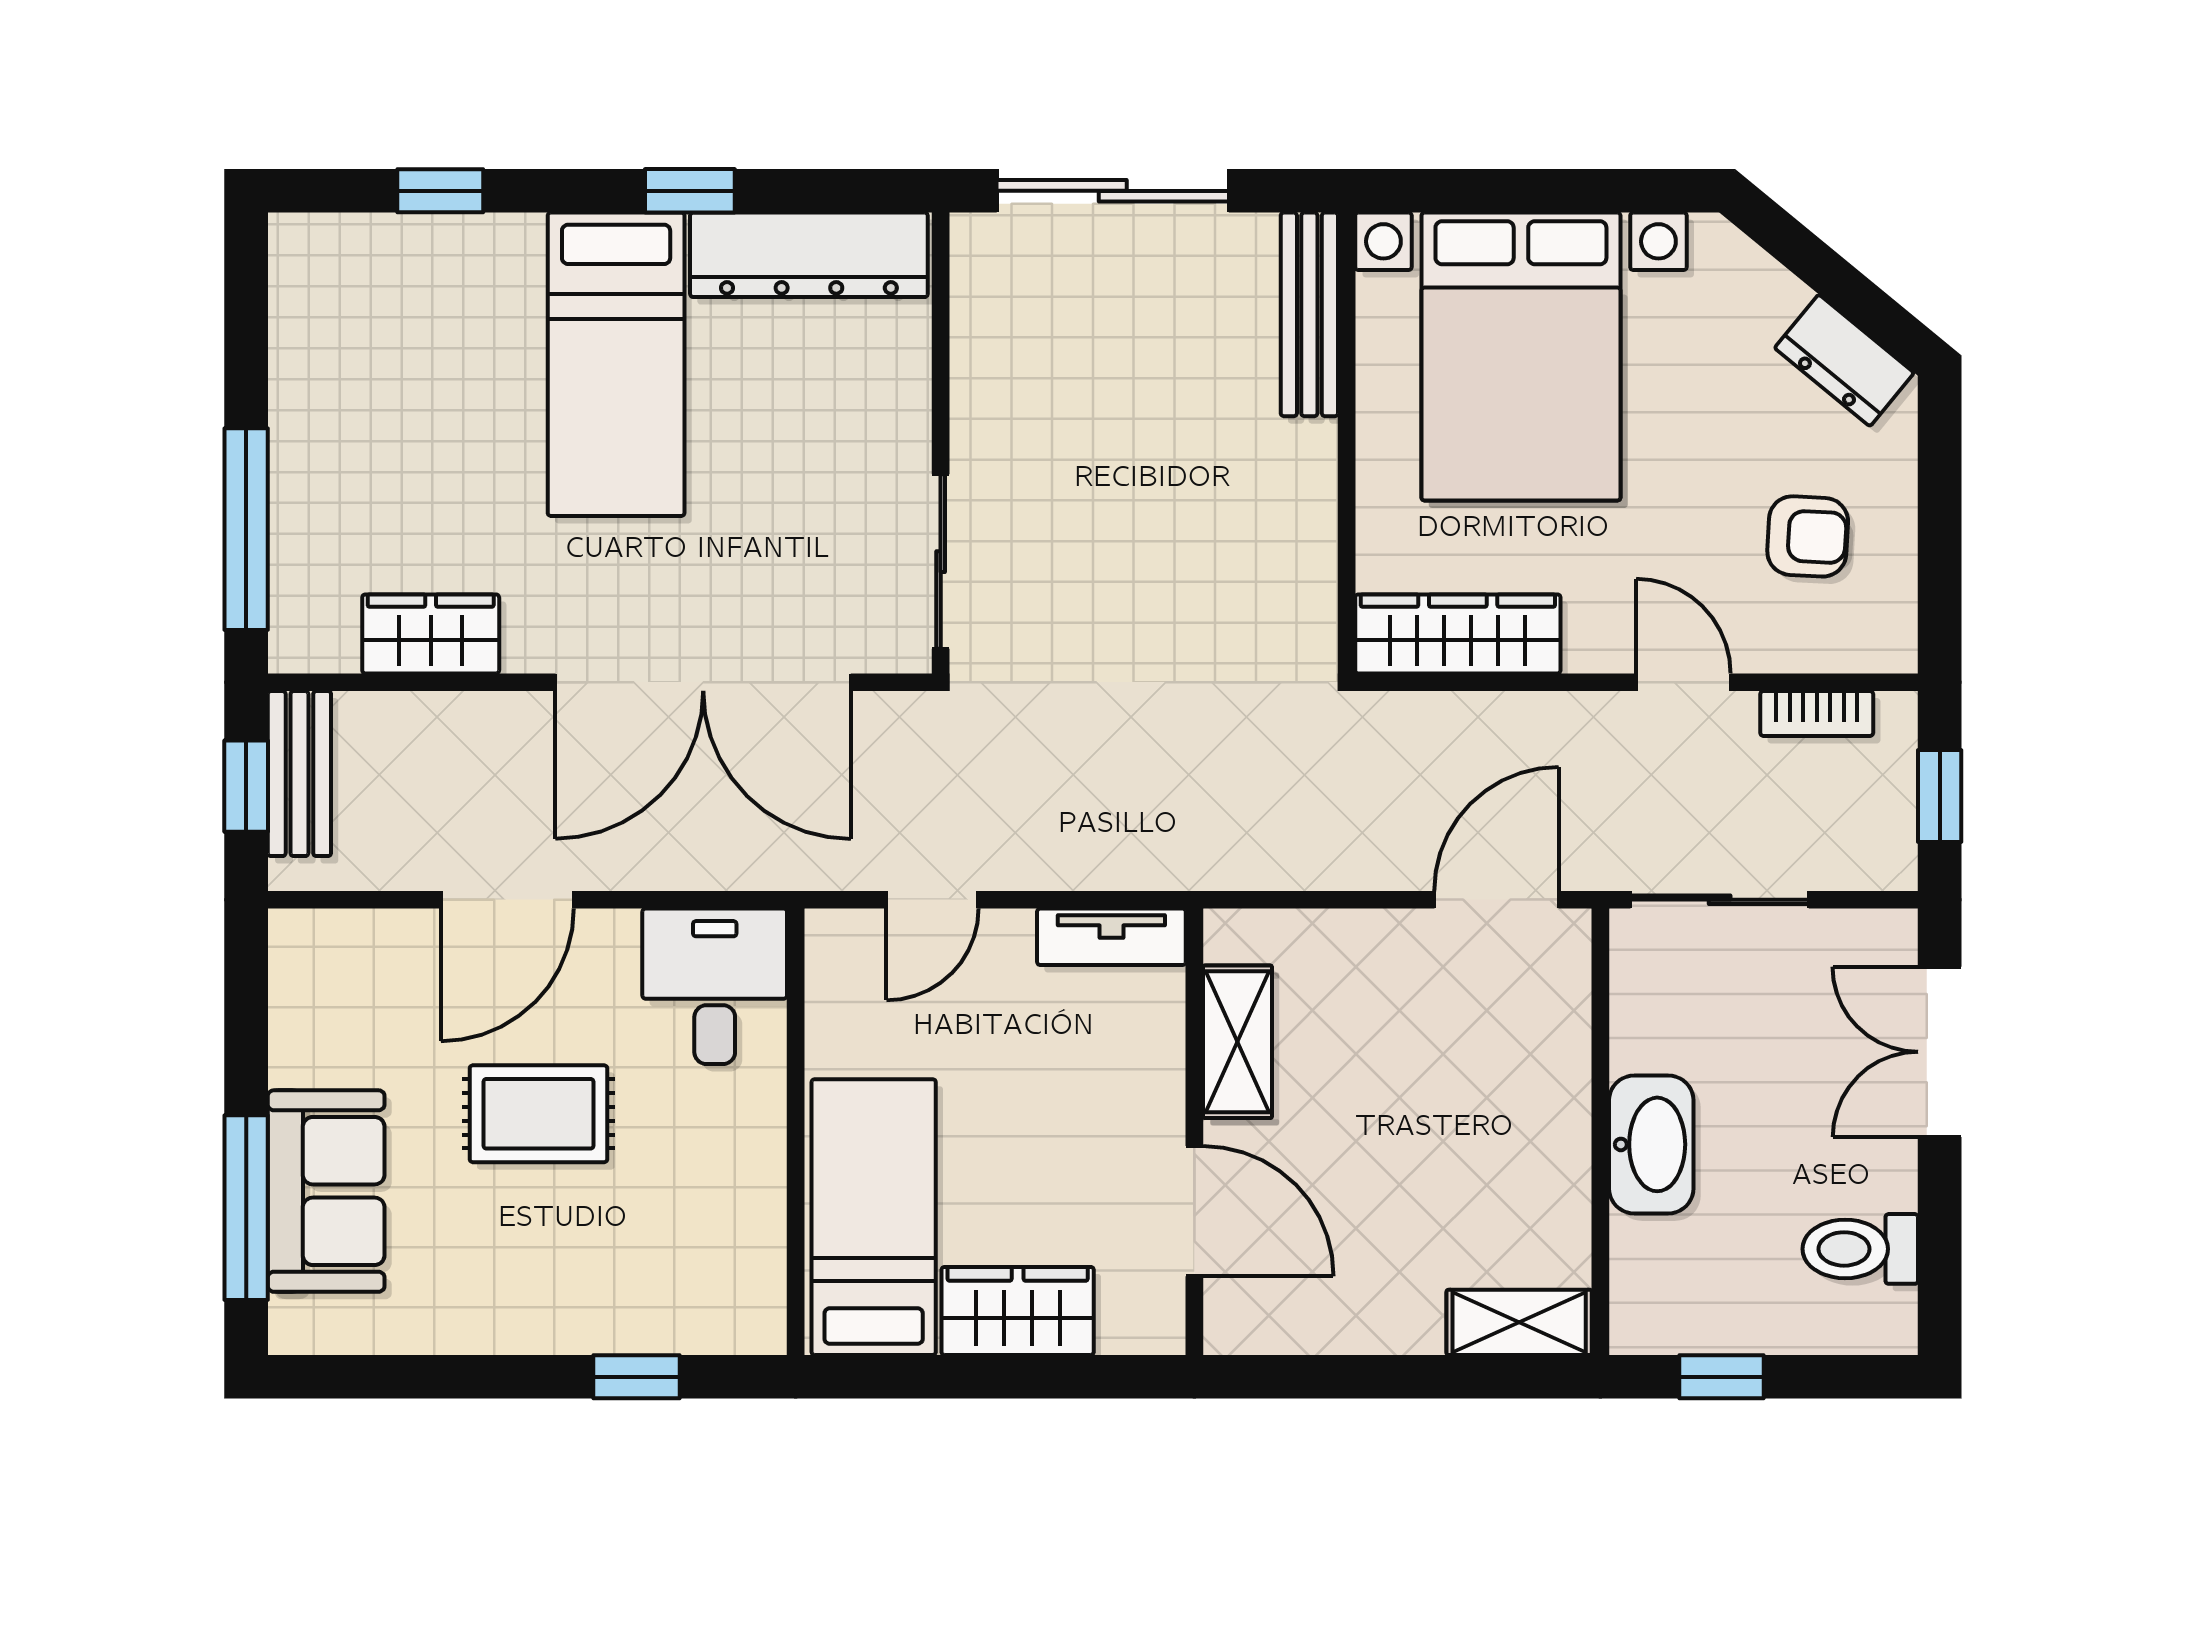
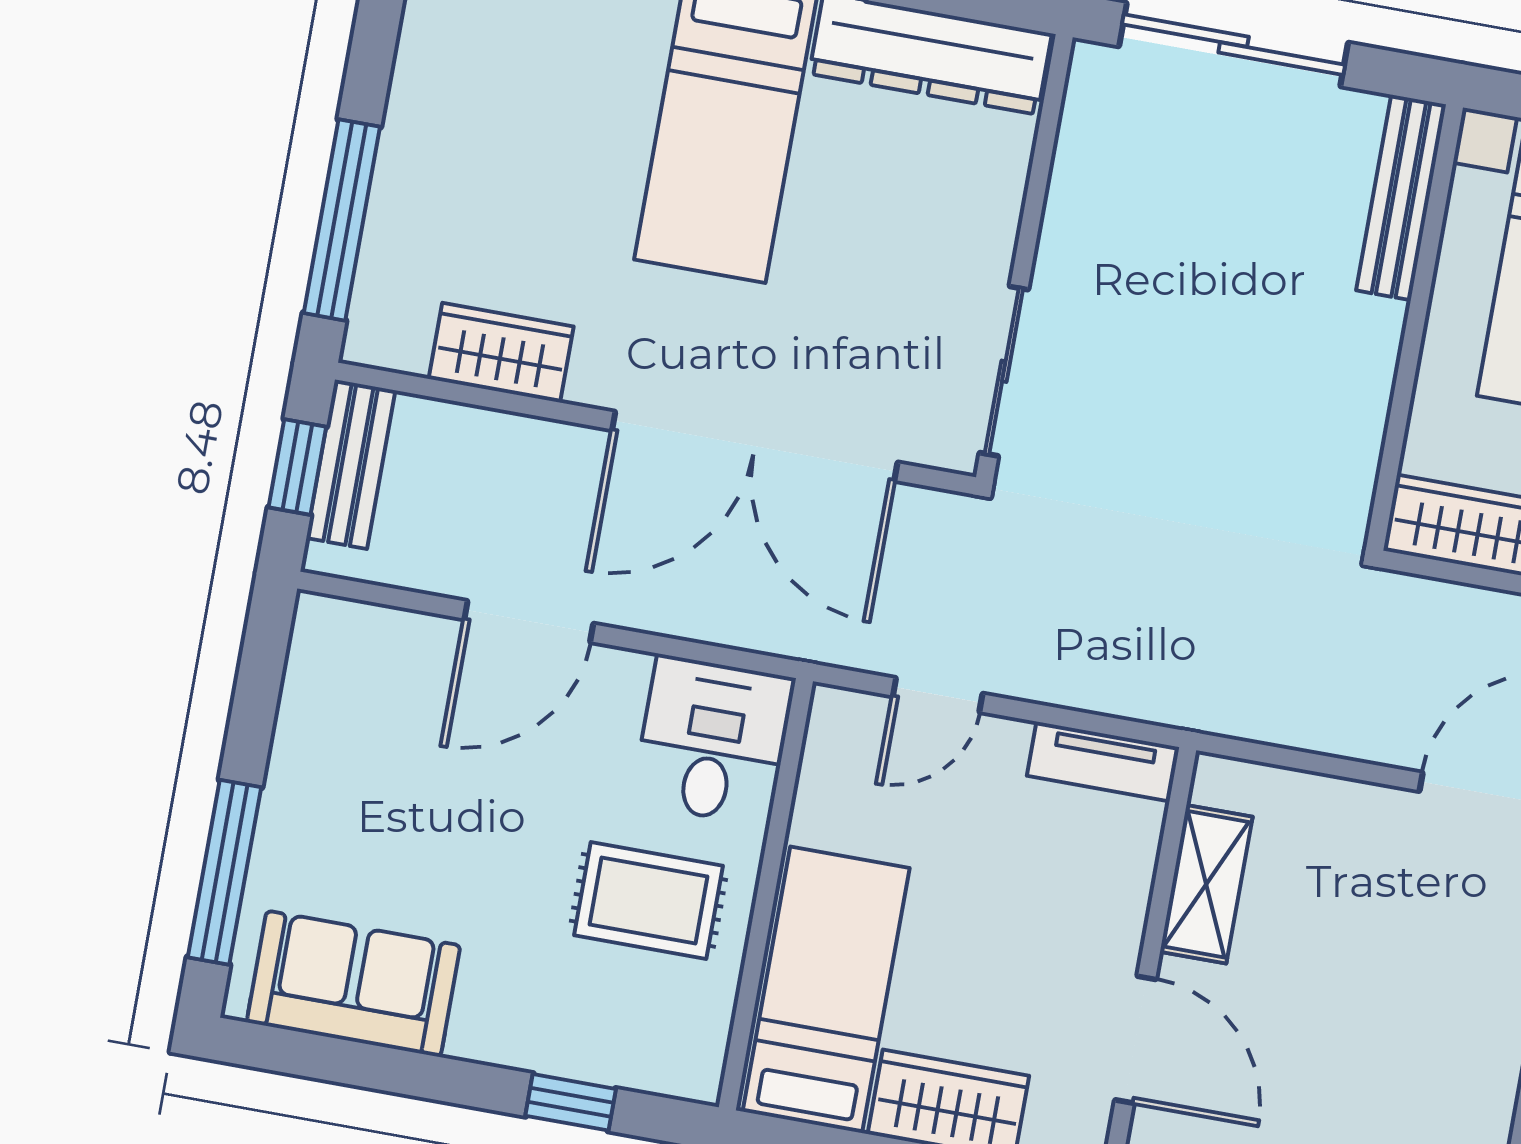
rug: (538, 1114) -> (648, 900), moved
sofa: (326, 1191) -> (354, 984), moved, turned -90

